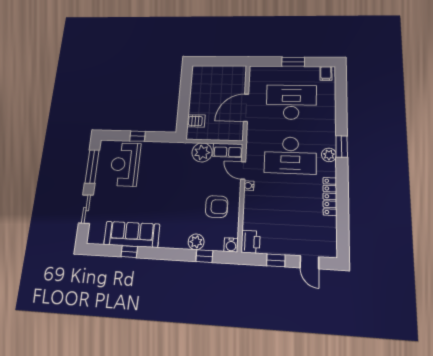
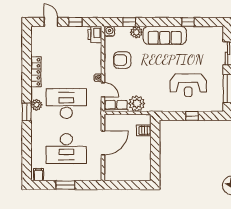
reception desk: (125, 164) -> (188, 85), moved, turned 90
sofa: (132, 234) -> (165, 35), moved

